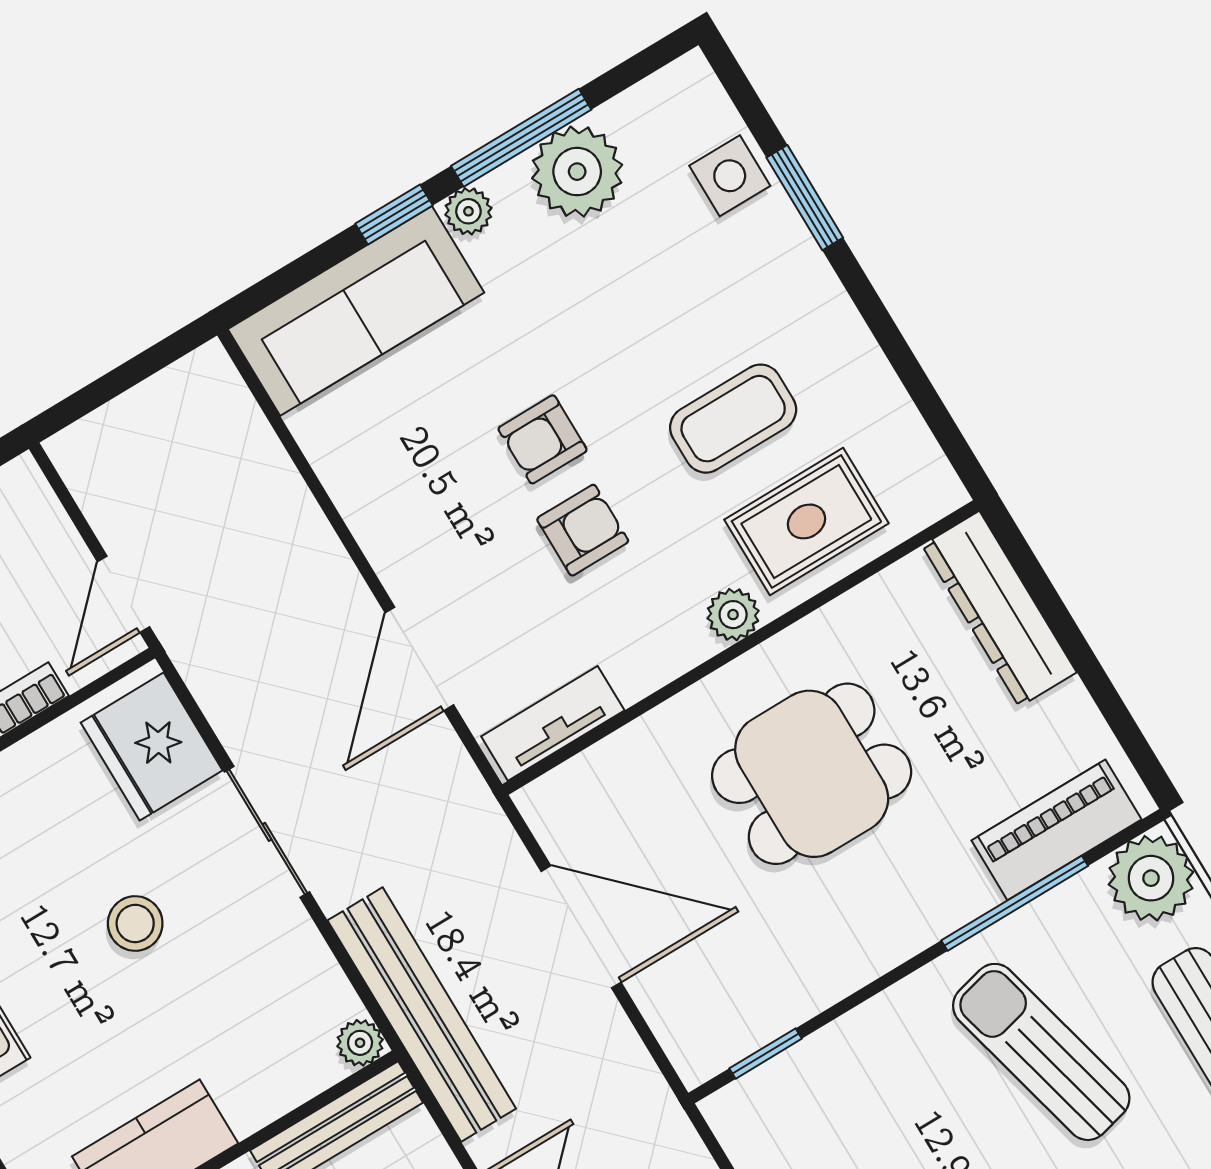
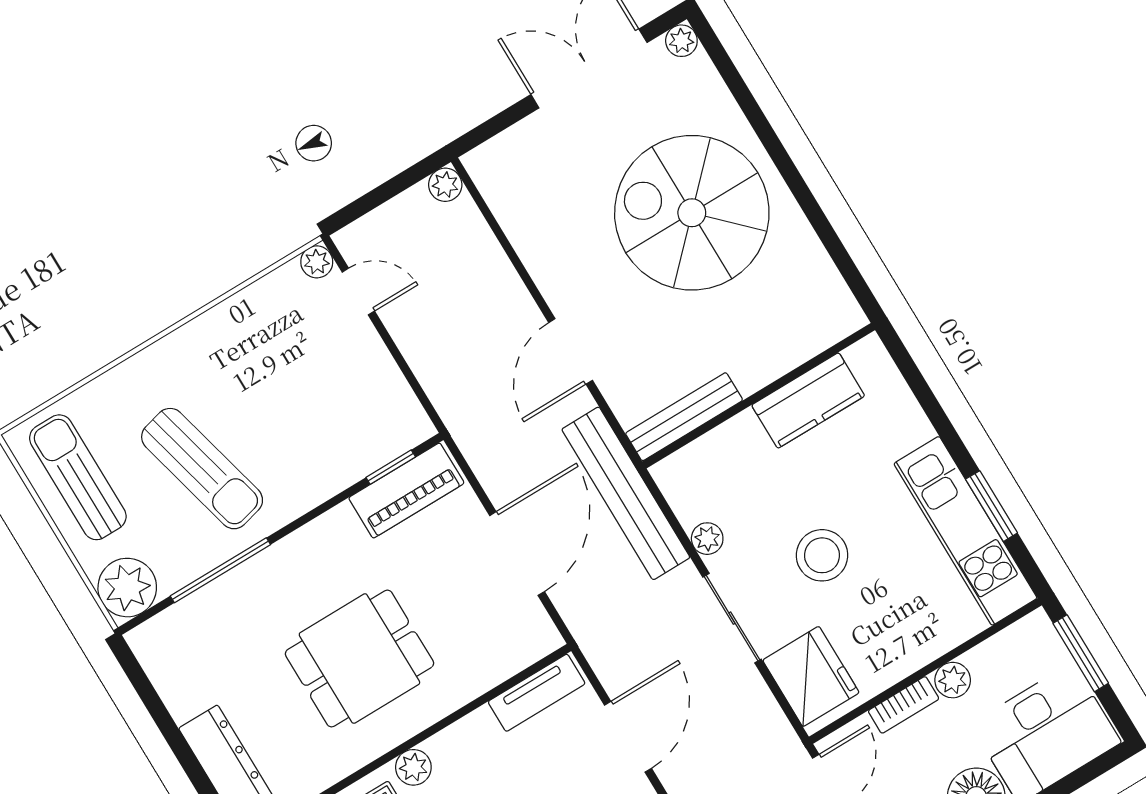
piano: (1056, 830) -> (406, 491), moved
stool: (135, 924) -> (822, 555), width x1.38, depth x1.38
door: (581, 927) -> (517, 554), swing flipped
plant: (360, 1043) -> (707, 539), moved

